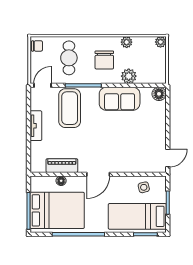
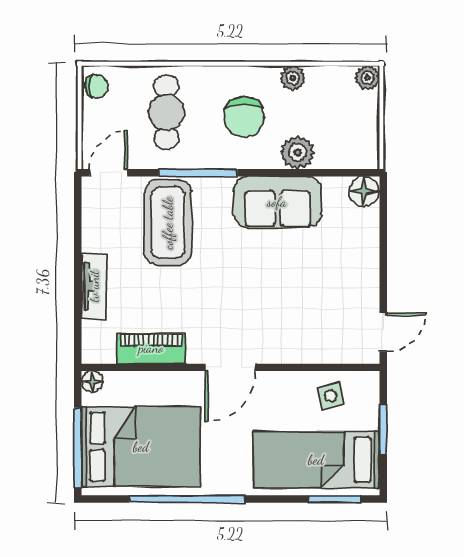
tv unit: (36, 126) -> (94, 286), moved
floor lamp: (61, 181) -> (92, 382), moved

